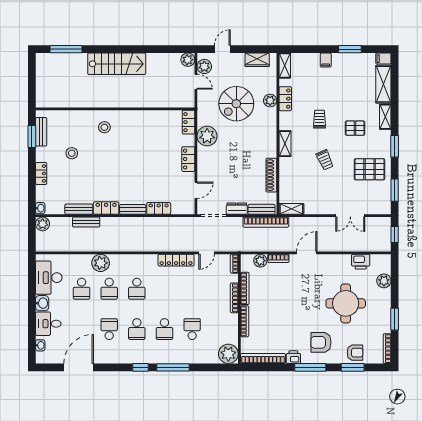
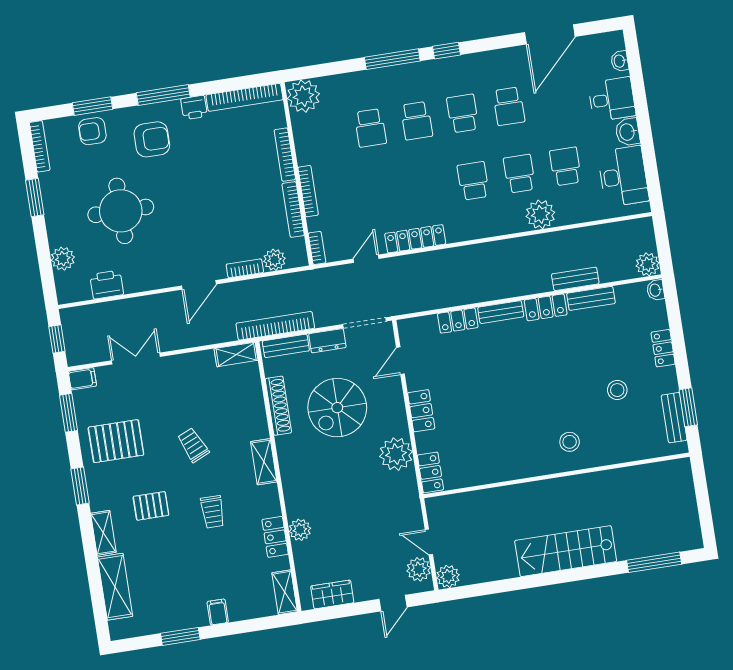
filing cabinet: (383, 59) -> (82, 379), moved
spiral stairs: (236, 104) -> (337, 408), moved, turned 180
school desk: (164, 329) -> (417, 121), turned 180

